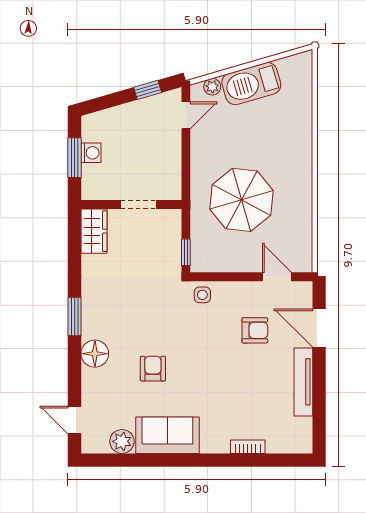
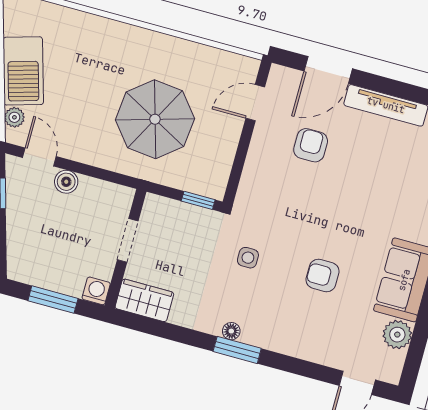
boiler: (172, 142) -> (66, 182), added
washing machine: (91, 153) -> (96, 291), moved
side table: (202, 295) -> (248, 258), moved
floor lamp: (95, 354) -> (231, 331), moved, width x0.53, depth x0.53

